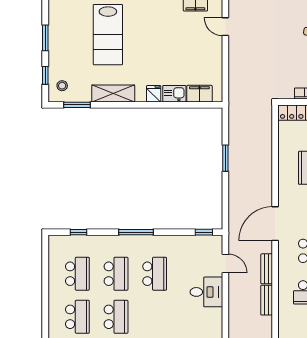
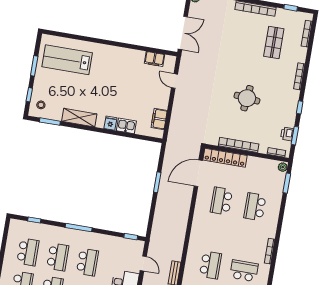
lab bench: (108, 35) -> (67, 60), moved, turned 90
filing cabinet: (199, 94) -> (159, 119), moved, turned -90
door: (275, 224) -> (198, 173), moved

